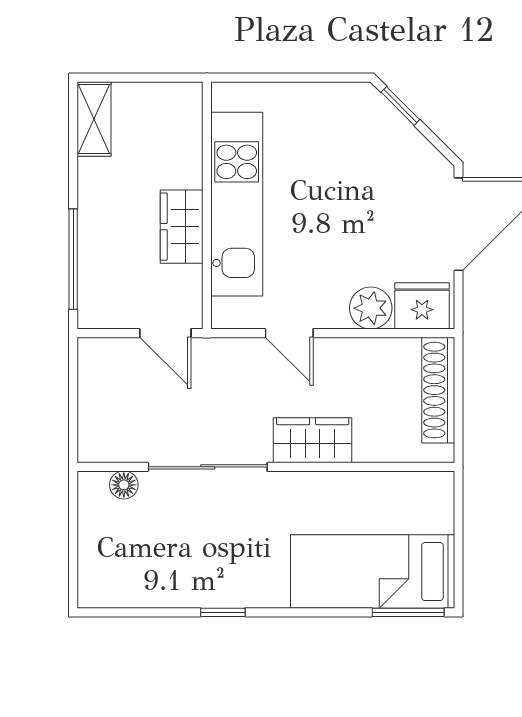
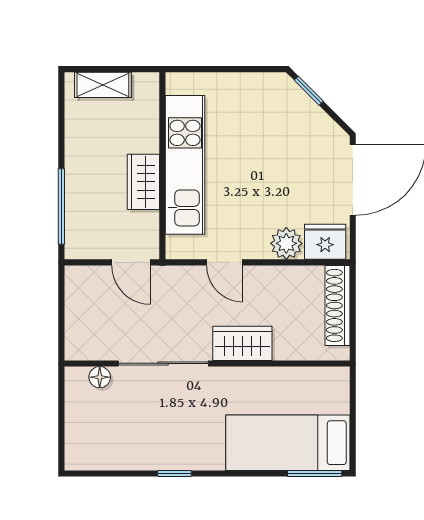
shelving: (94, 119) -> (103, 85), moved, turned 90

